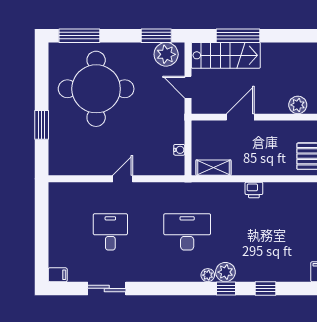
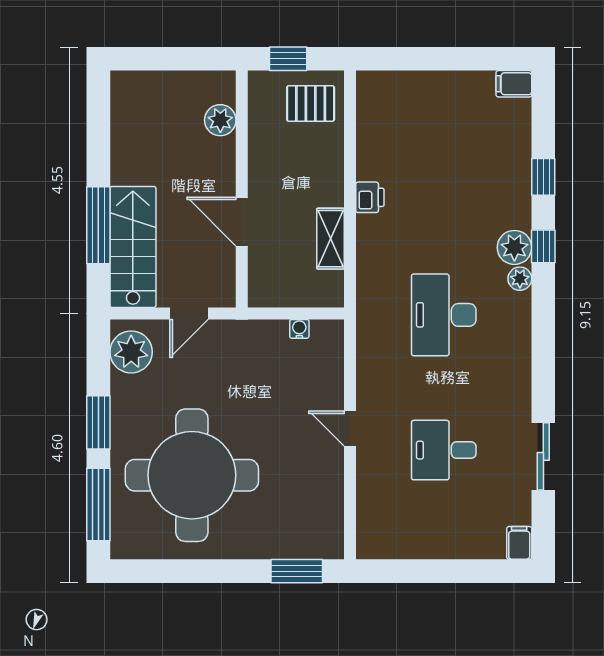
window: (156, 36) -> (98, 422), moved
window: (42, 125) -> (297, 571), moved
shelving: (213, 168) -> (331, 239), moved

